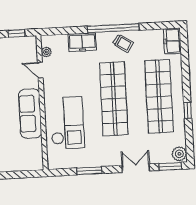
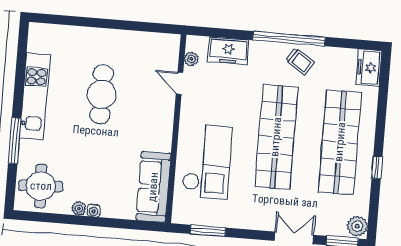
window: (17, 33) -> (154, 27), removed
freezer: (82, 42) -> (228, 51), moved
sofa: (30, 114) -> (153, 187), moved
window: (89, 171) -> (208, 231), moved

